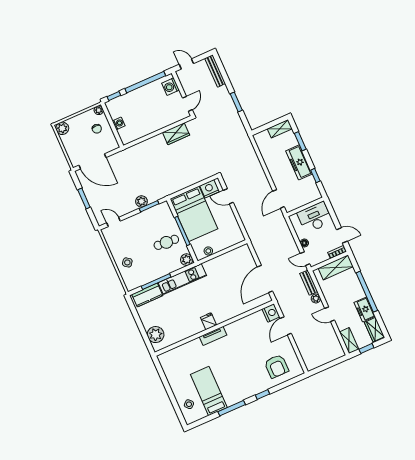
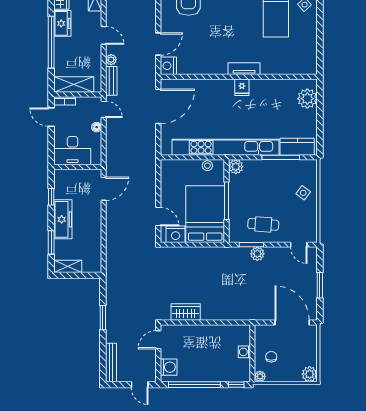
cafe table: (166, 242) -> (263, 224), moved
kitchen unit: (182, 279) -> (226, 147), width x1.86

